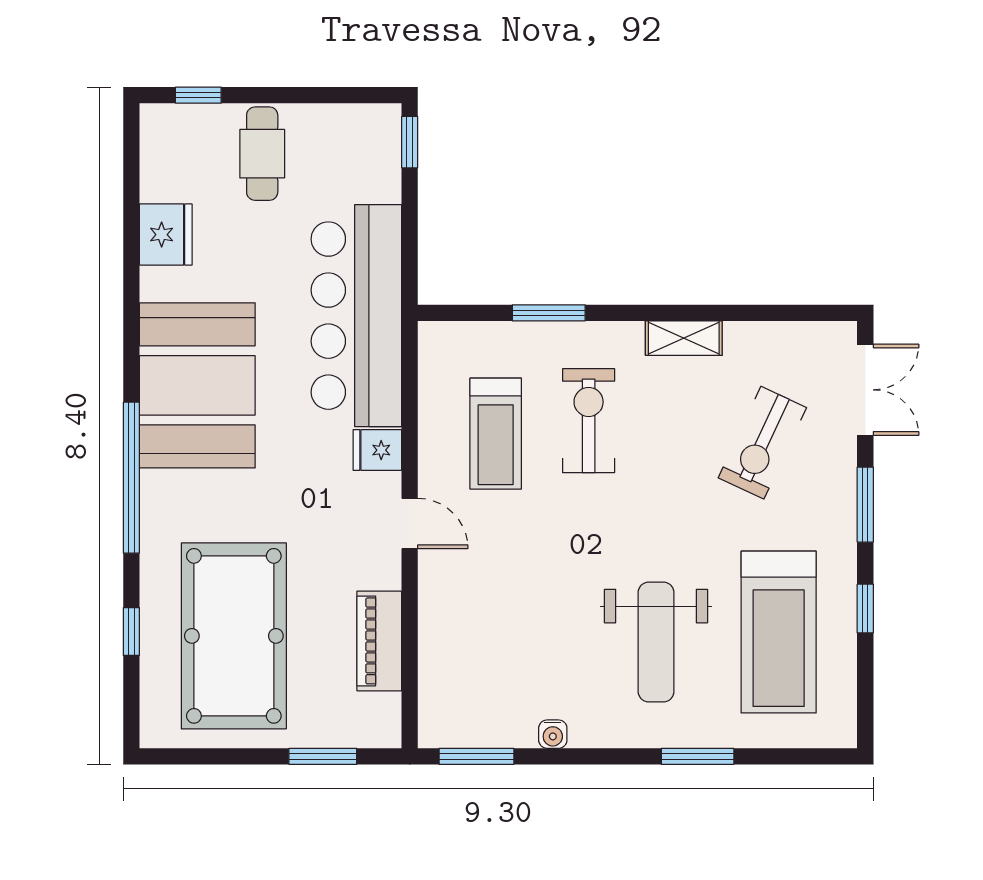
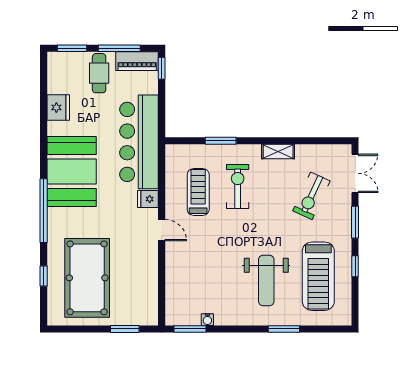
window: (198, 95) -> (72, 48), width x1.50
window: (310, 95) -> (119, 48), added
treadmill: (496, 434) -> (198, 192), turned 180
piano: (379, 641) -> (137, 61), moved, turned -90
water cooler: (553, 734) -> (207, 320), moved

